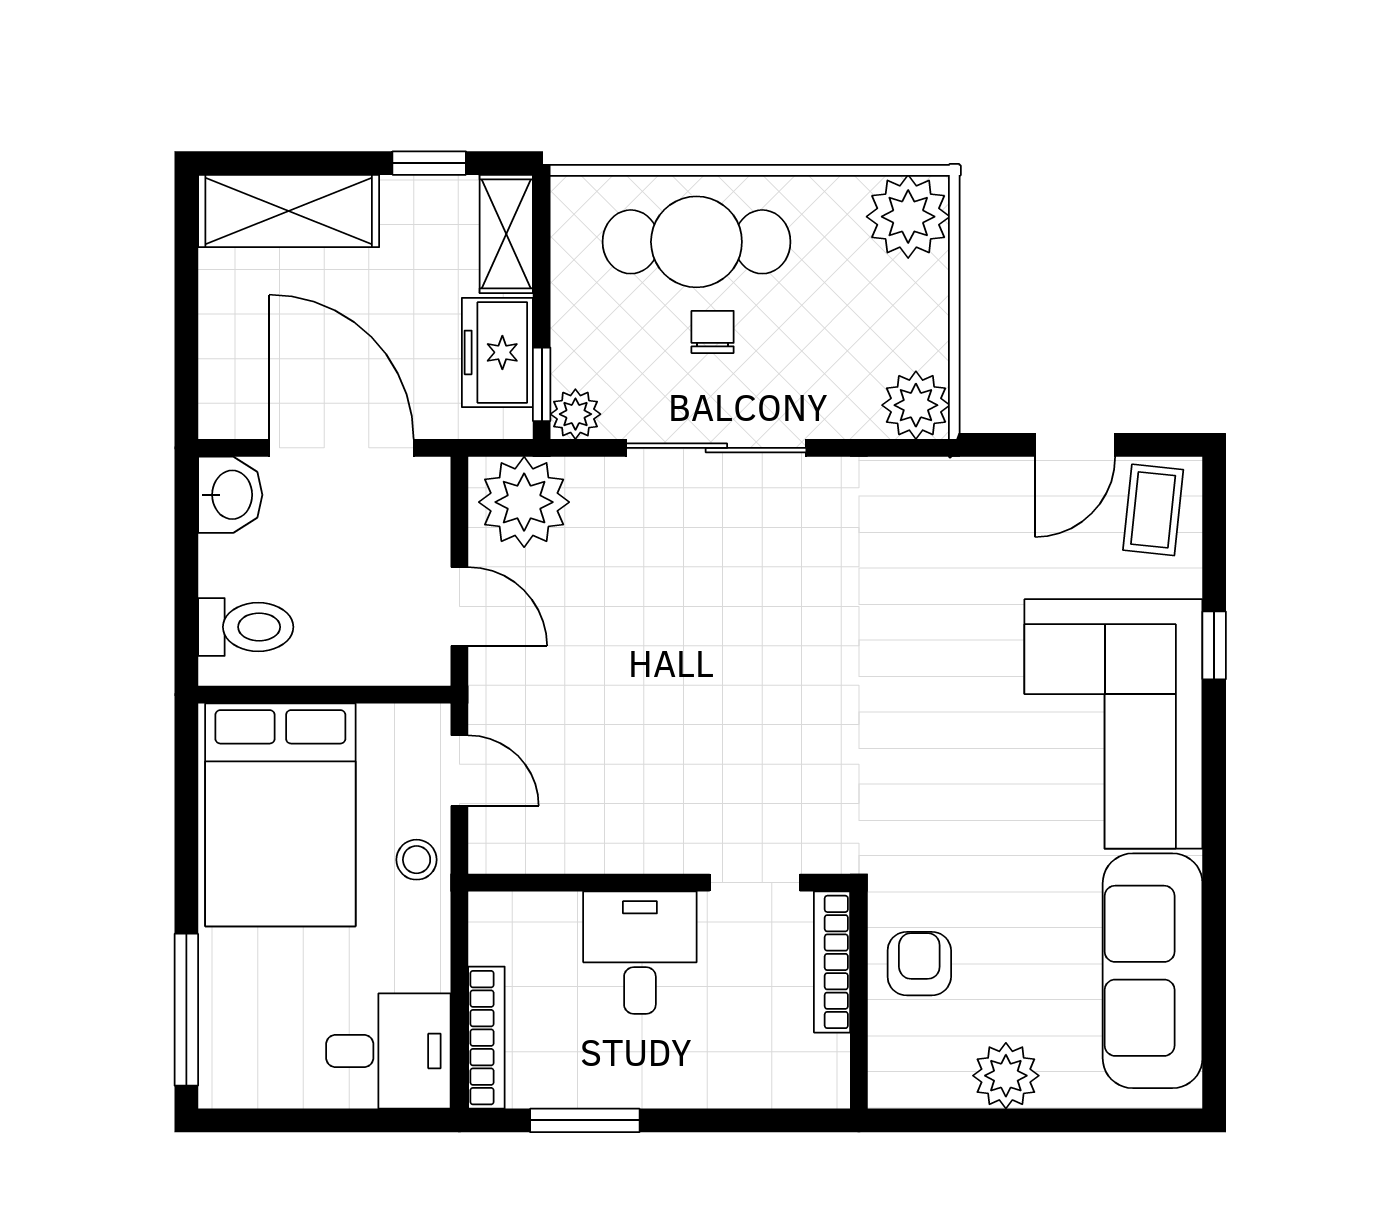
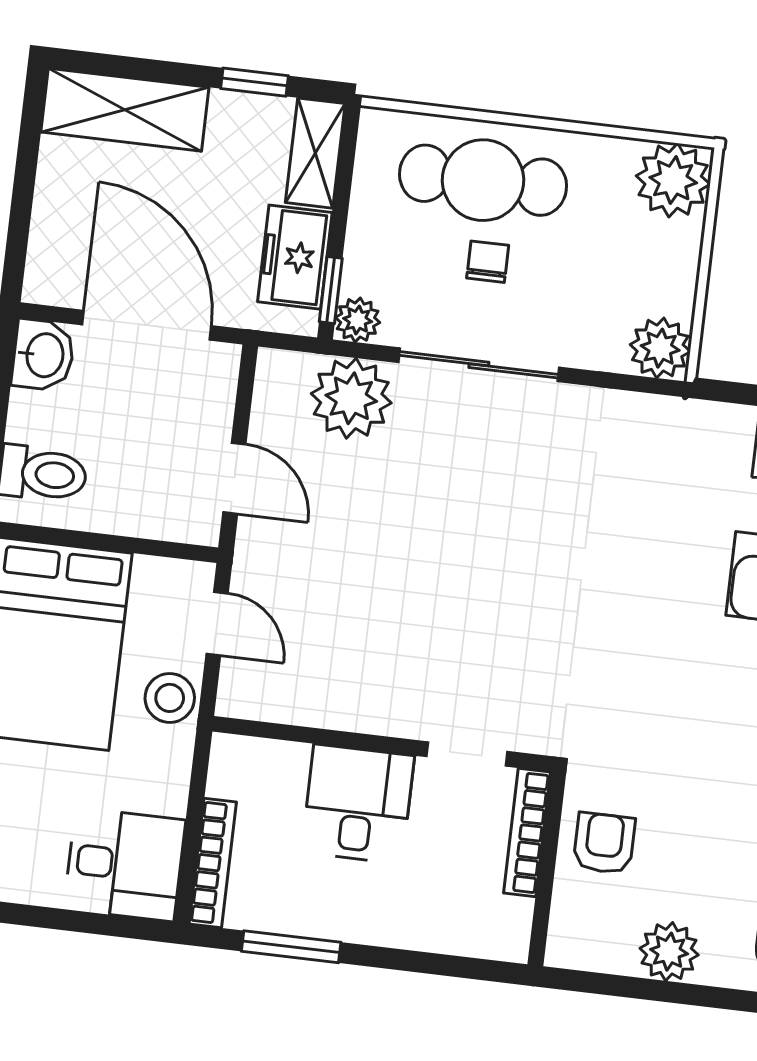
plant: (524, 502) -> (351, 398), moved
stool: (417, 860) -> (170, 698), width x1.37, depth x1.37

